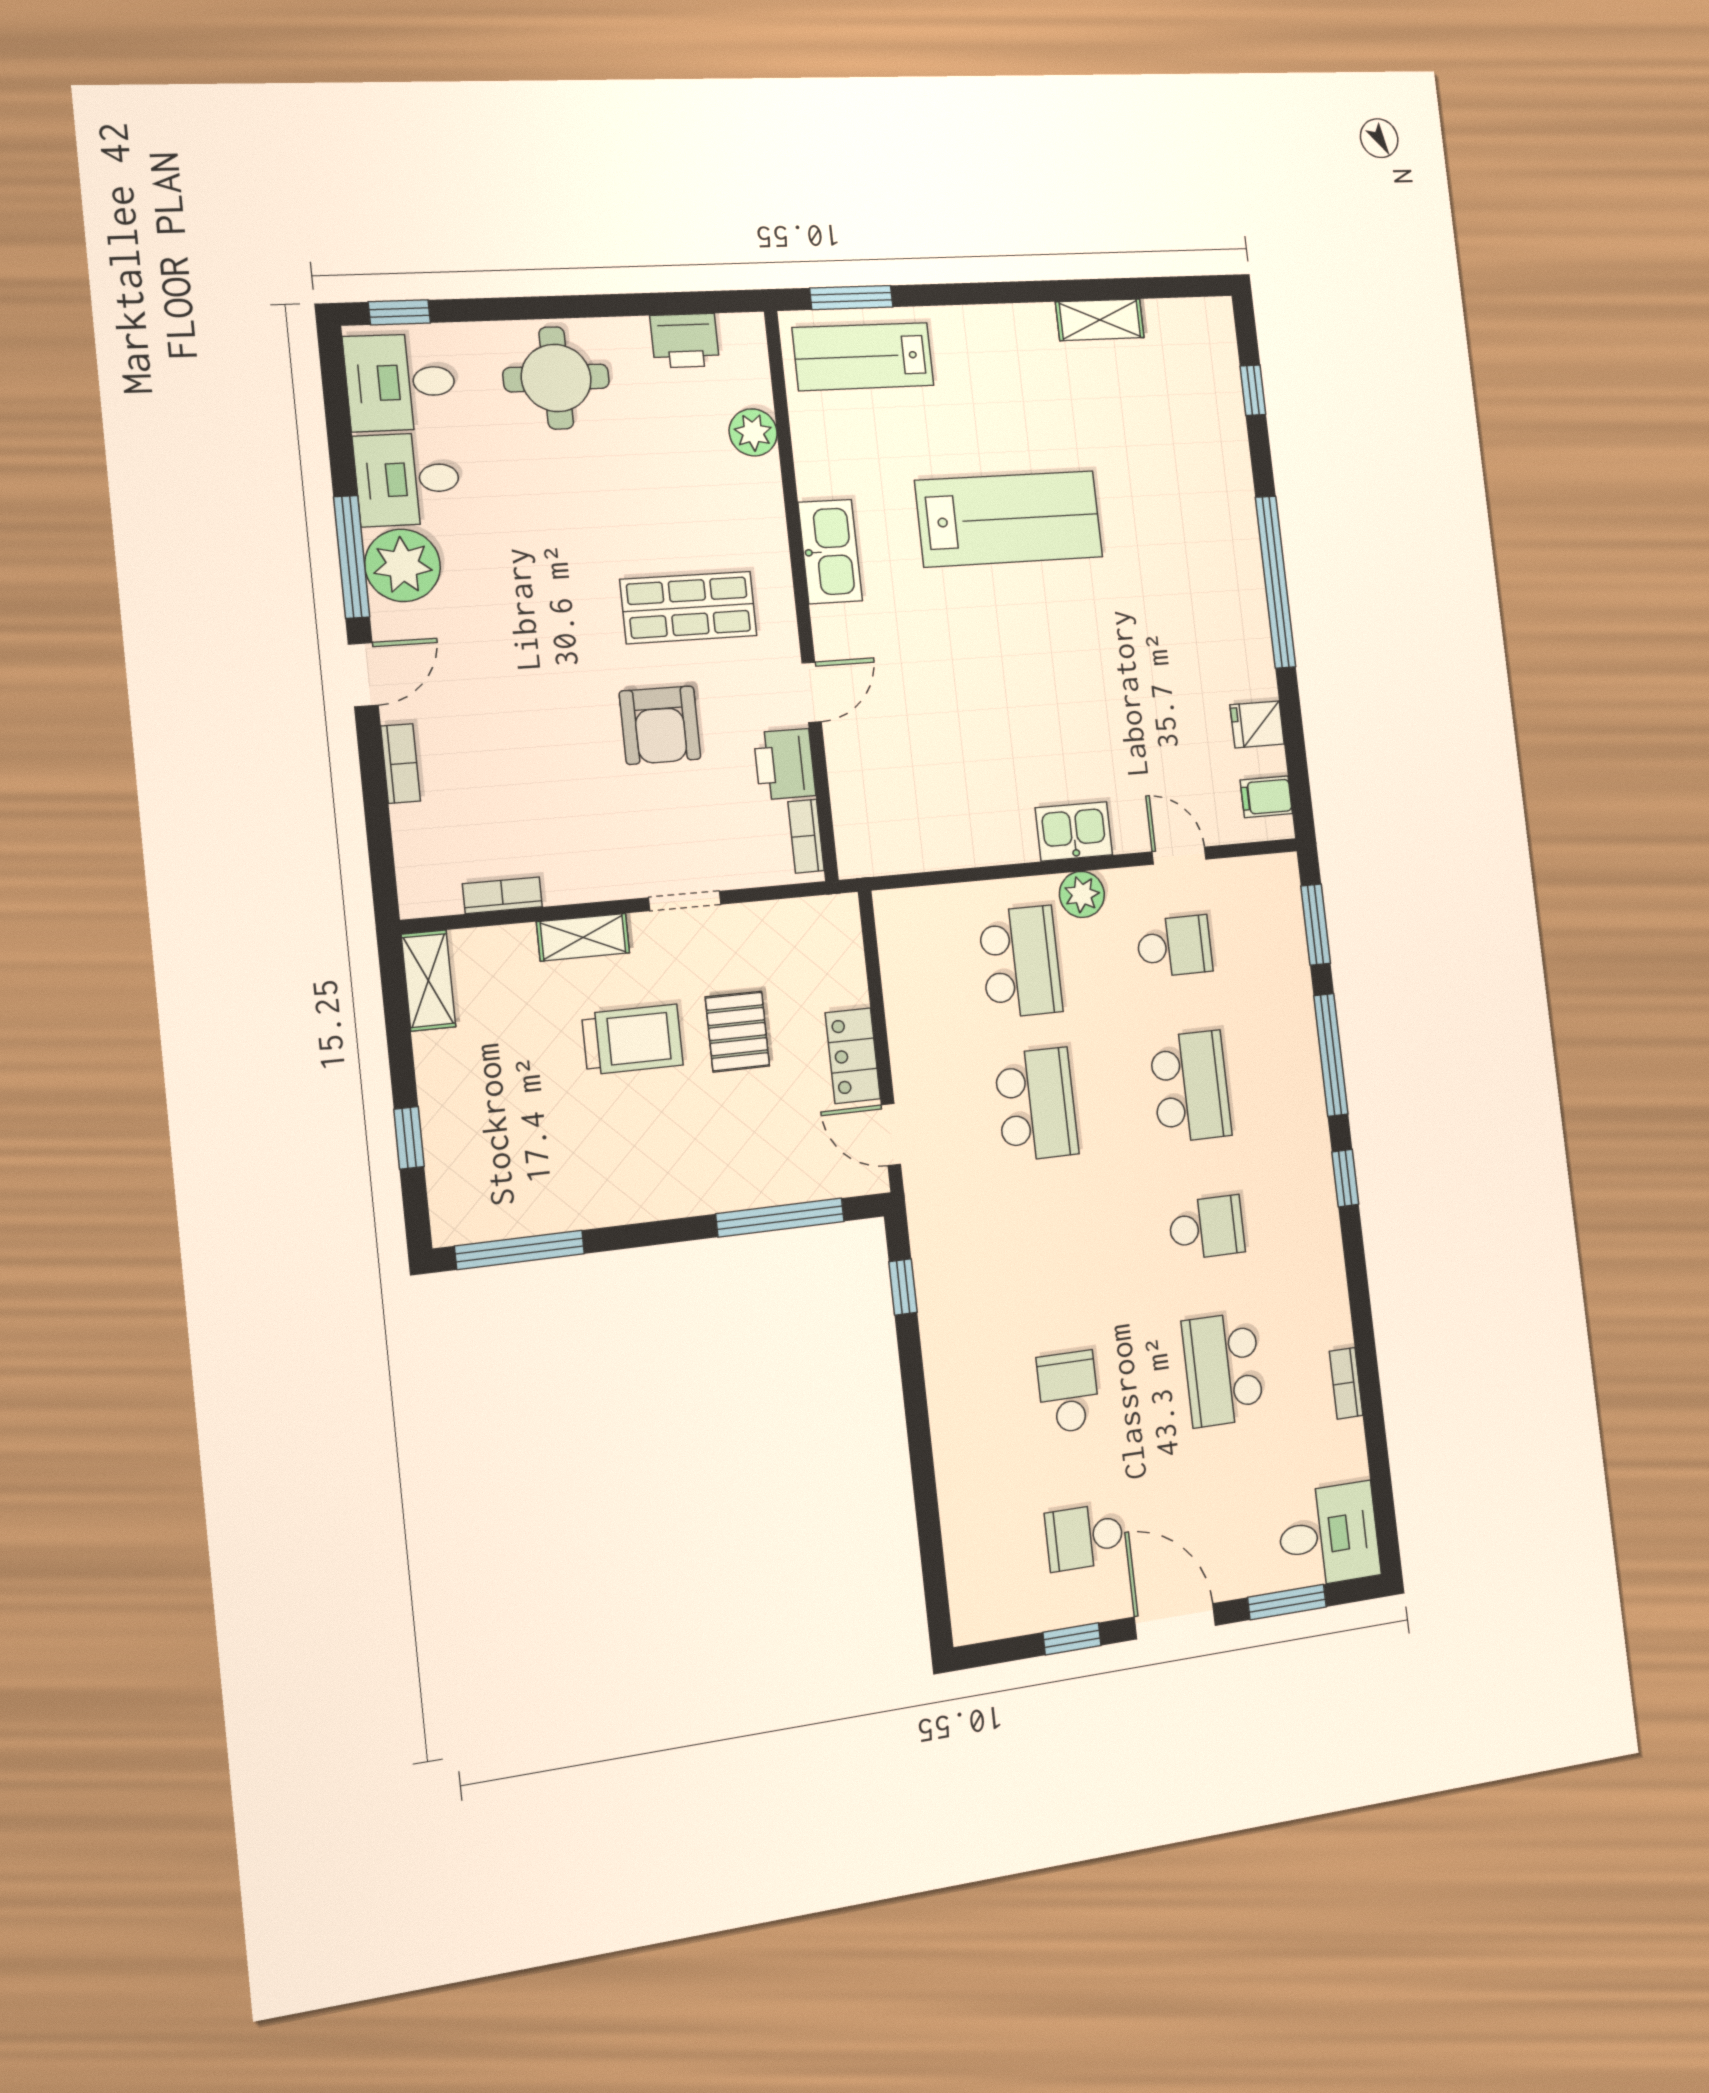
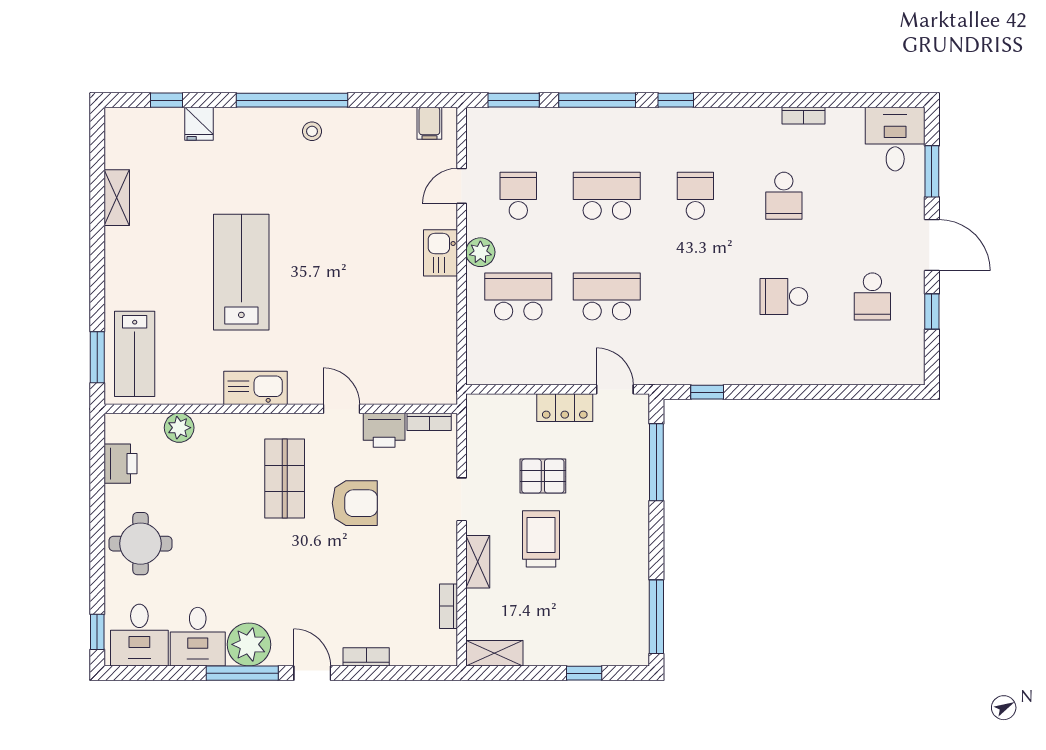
stool: (1233, 616) -> (312, 131), added
fridge: (1257, 724) -> (199, 124), moved
door: (891, 1135) -> (615, 389), swing flipped
school desk: (1223, 1370) -> (784, 196), width x0.54
door: (1175, 1621) -> (932, 245), swing flipped

